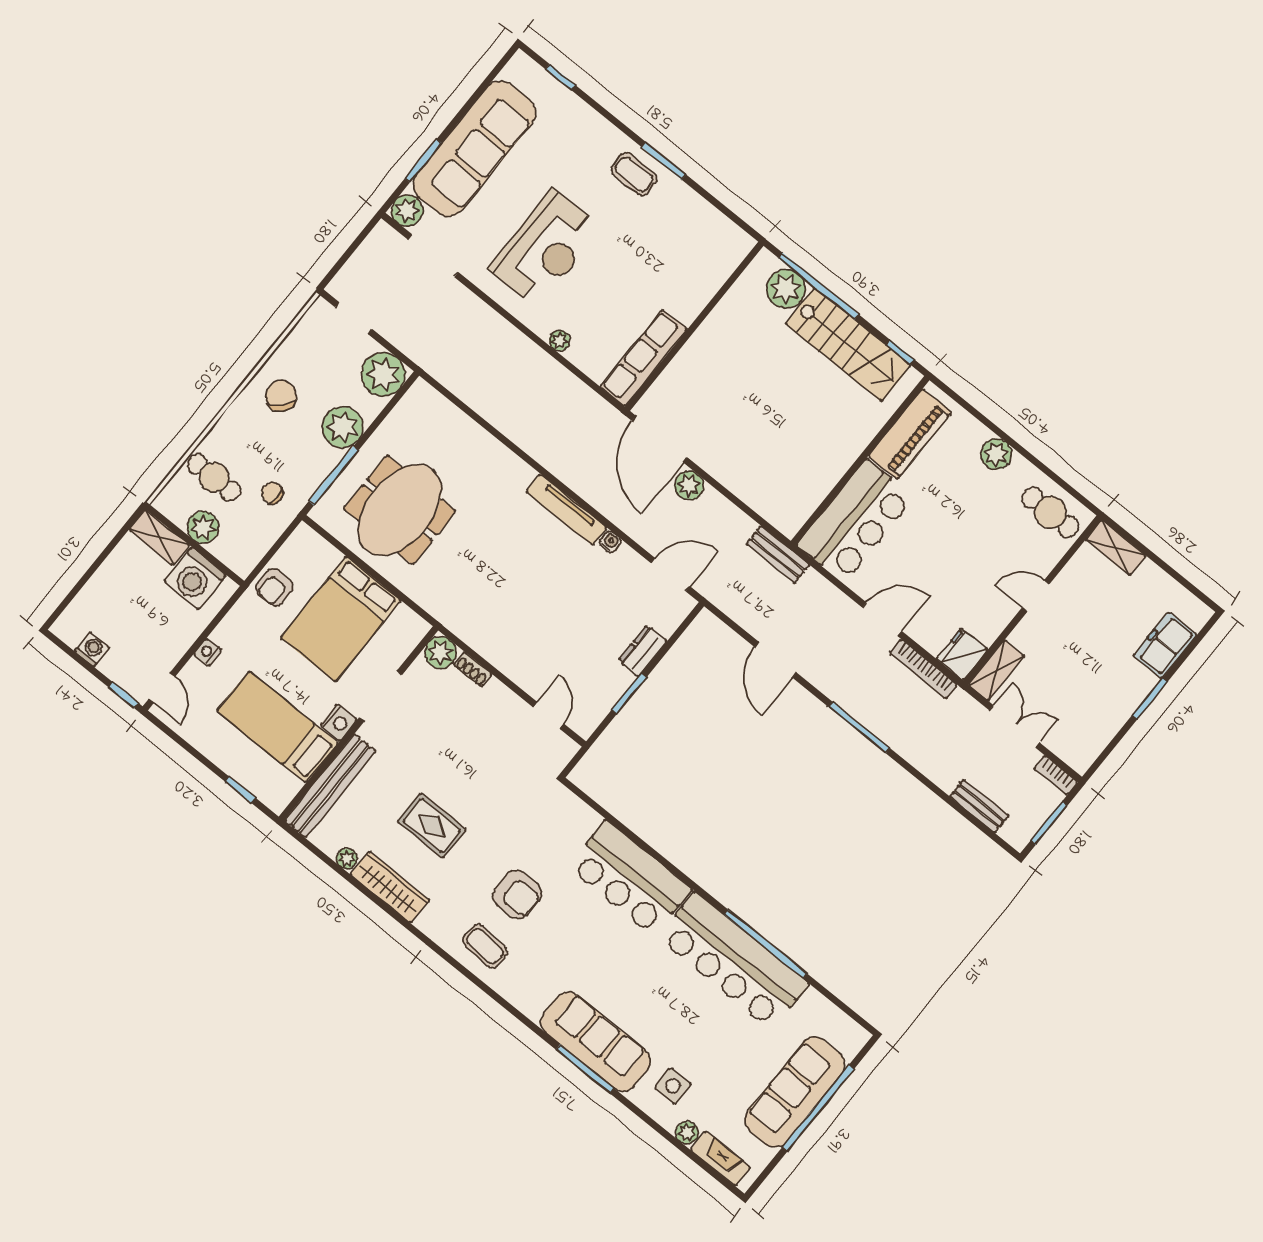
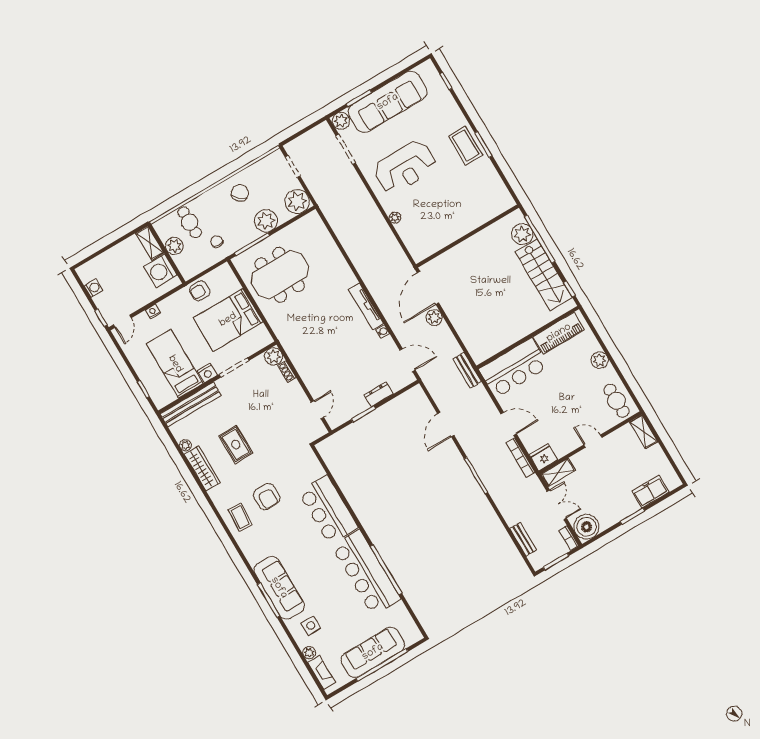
coffee table: (634, 174) -> (466, 146), width x1.36, depth x1.30
row of seats: (644, 358) -> (435, 243), removed
boiler: (1079, 745) -> (586, 527), added

